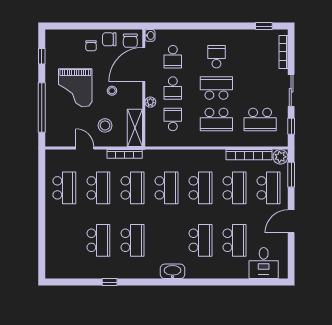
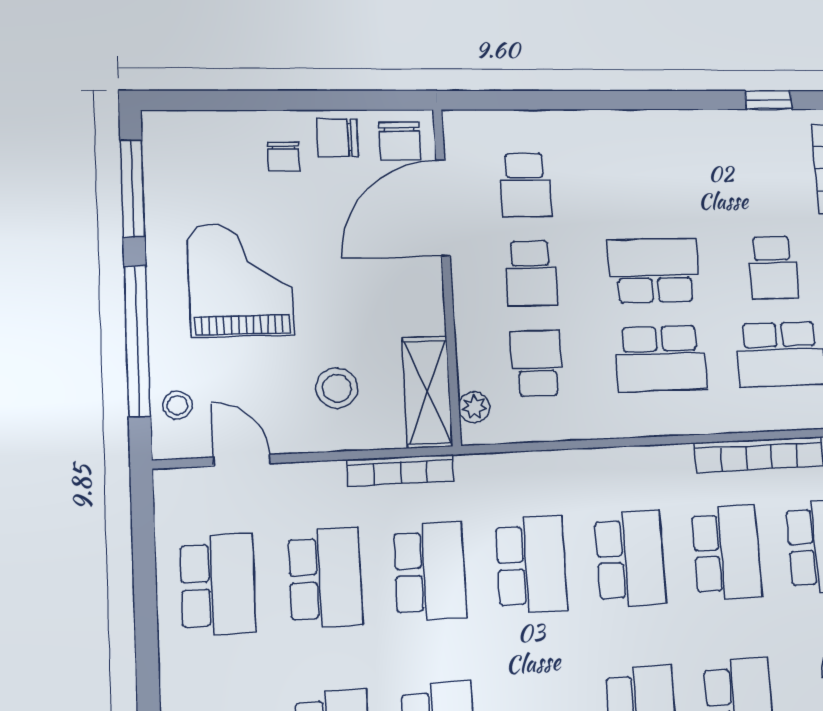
washbasin: (150, 35) -> (456, 126), removed
window: (42, 56) -> (132, 189), width x2.17
school desk: (216, 57) -> (773, 268), moved, turned 180
grand piano: (75, 88) -> (241, 279), turned 180
stool: (112, 91) -> (177, 405), moved
plant: (150, 102) -> (474, 407), moved
door: (85, 148) -> (242, 460), moved

